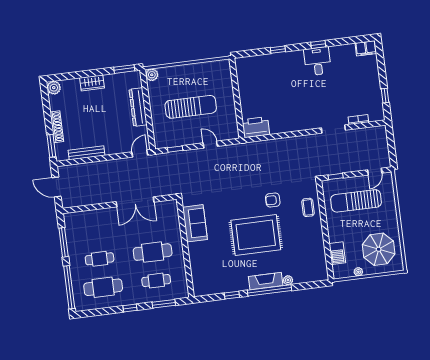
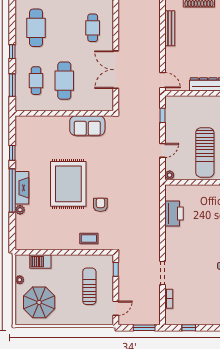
sun lounger: (191, 107) -> (205, 153), moved
printer: (256, 127) -> (174, 213), moved
plant: (234, 134) -> (170, 175), added
window: (391, 141) -> (144, 328), added
door: (375, 172) -> (116, 308), swing flipped
sun lounger: (356, 201) -> (89, 286), width x0.73, depth x0.75
cafe table: (100, 259) -> (93, 28), moved

